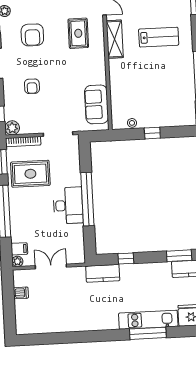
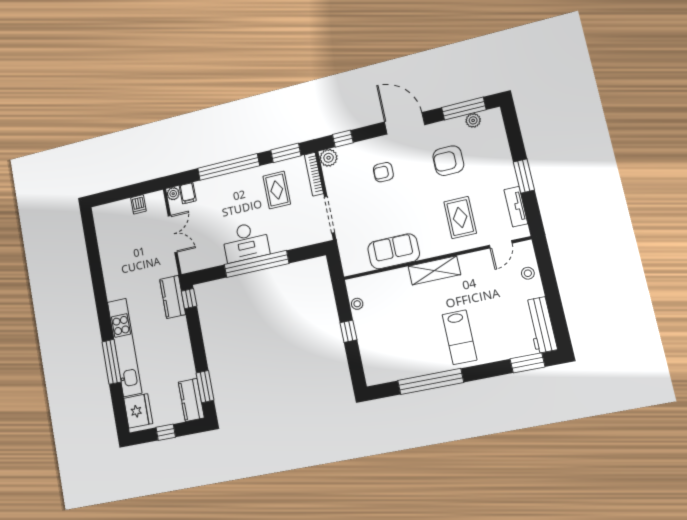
rug: (78, 33) -> (460, 218), turned 90
lab bench: (159, 37) -> (460, 337), moved
shelving: (115, 39) -> (434, 270), moved
sofa: (97, 104) -> (394, 251), moved
rug: (30, 174) -> (277, 190), width x0.73, depth x0.70
window: (126, 258) -> (189, 299), moved
kitchen unit: (148, 320) -> (125, 347), width x1.36

